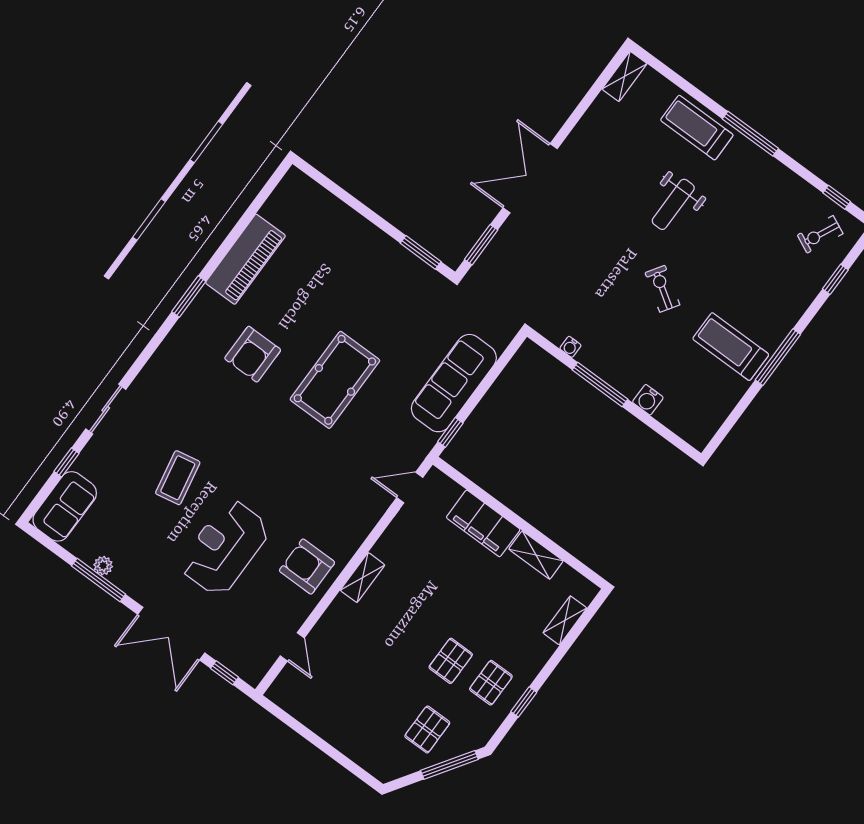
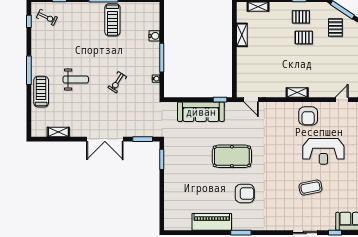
shelving: (624, 76) -> (58, 132), moved
treadmill: (697, 128) -> (41, 92), turned 180
exercise bike: (662, 289) -> (117, 82), moved
filing cabinet: (483, 523) -> (244, 63), removed
pallet: (427, 729) -> (335, 28), turned 90

